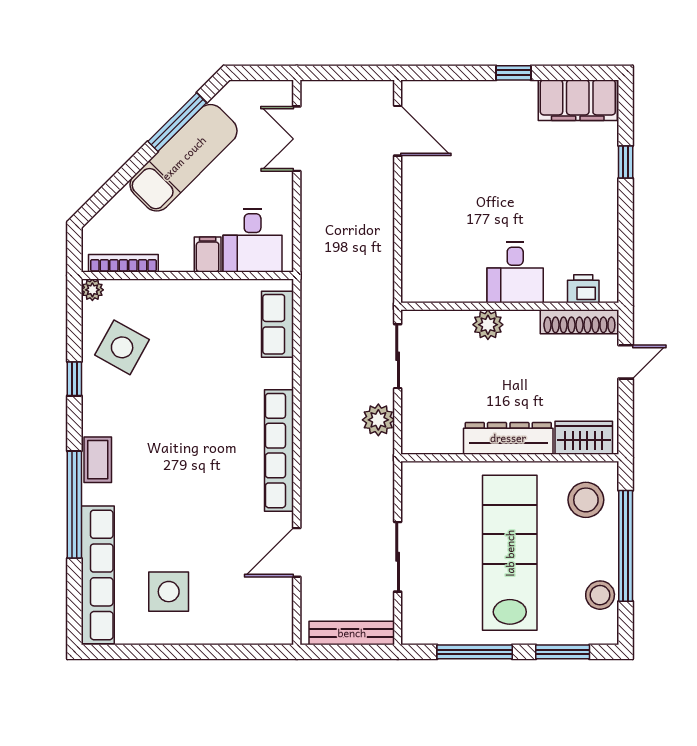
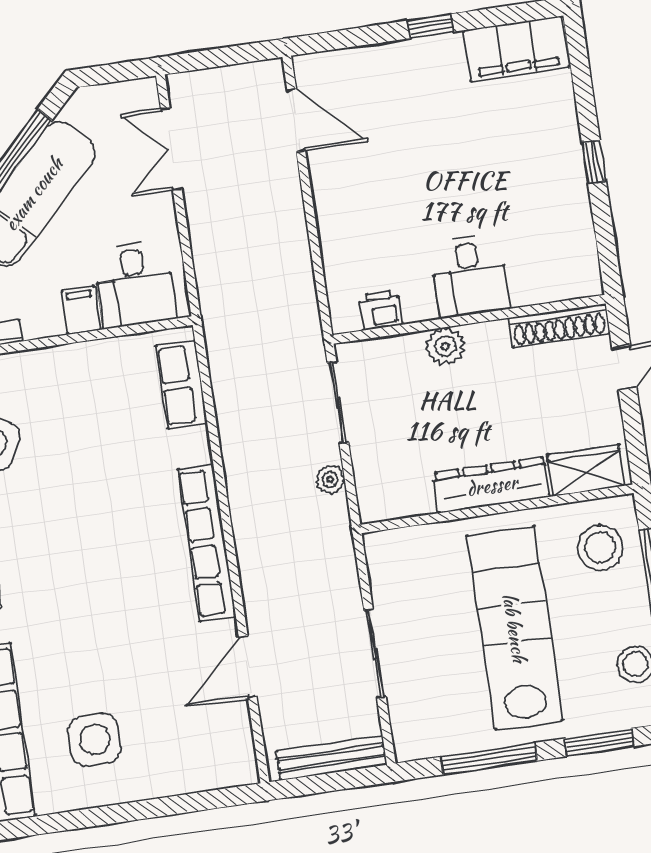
window: (626, 162) -> (594, 161), moved
printer: (583, 289) -> (380, 310), moved
plant: (378, 420) -> (330, 479), width x0.73, depth x0.73

